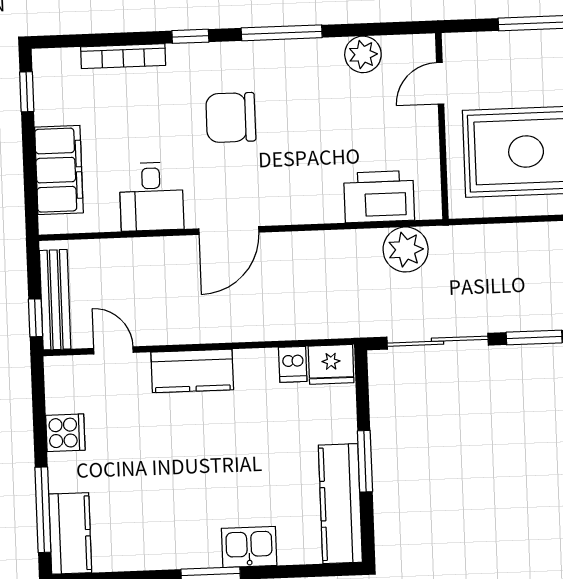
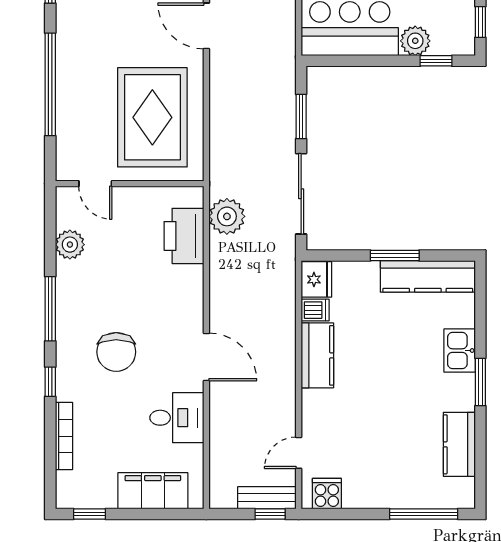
bench: (55, 300) -> (267, 498), width x0.73
kitchen counter: (192, 371) -> (317, 355), moved
cooker: (65, 433) -> (327, 494), moved
kitchen counter: (70, 533) -> (459, 444), moved, turned -90

